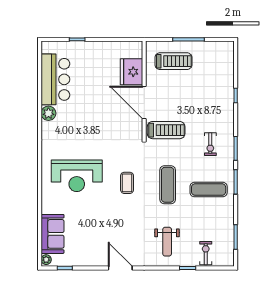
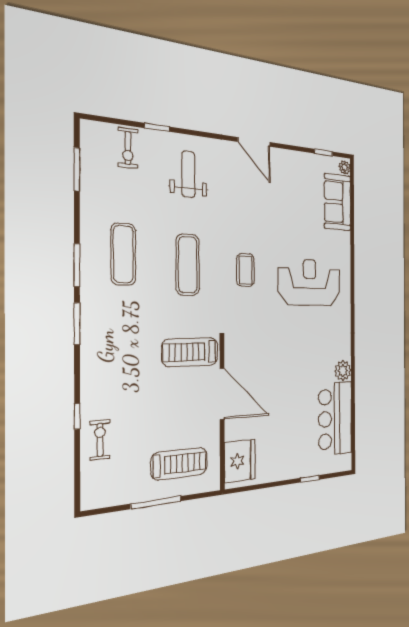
treadmill: (173, 61) -> (179, 464), turned 180
fridge: (131, 72) -> (240, 461), moved
exercise bike: (210, 144) -> (100, 440), moved
exercise mat: (209, 190) -> (123, 254), turned 90

